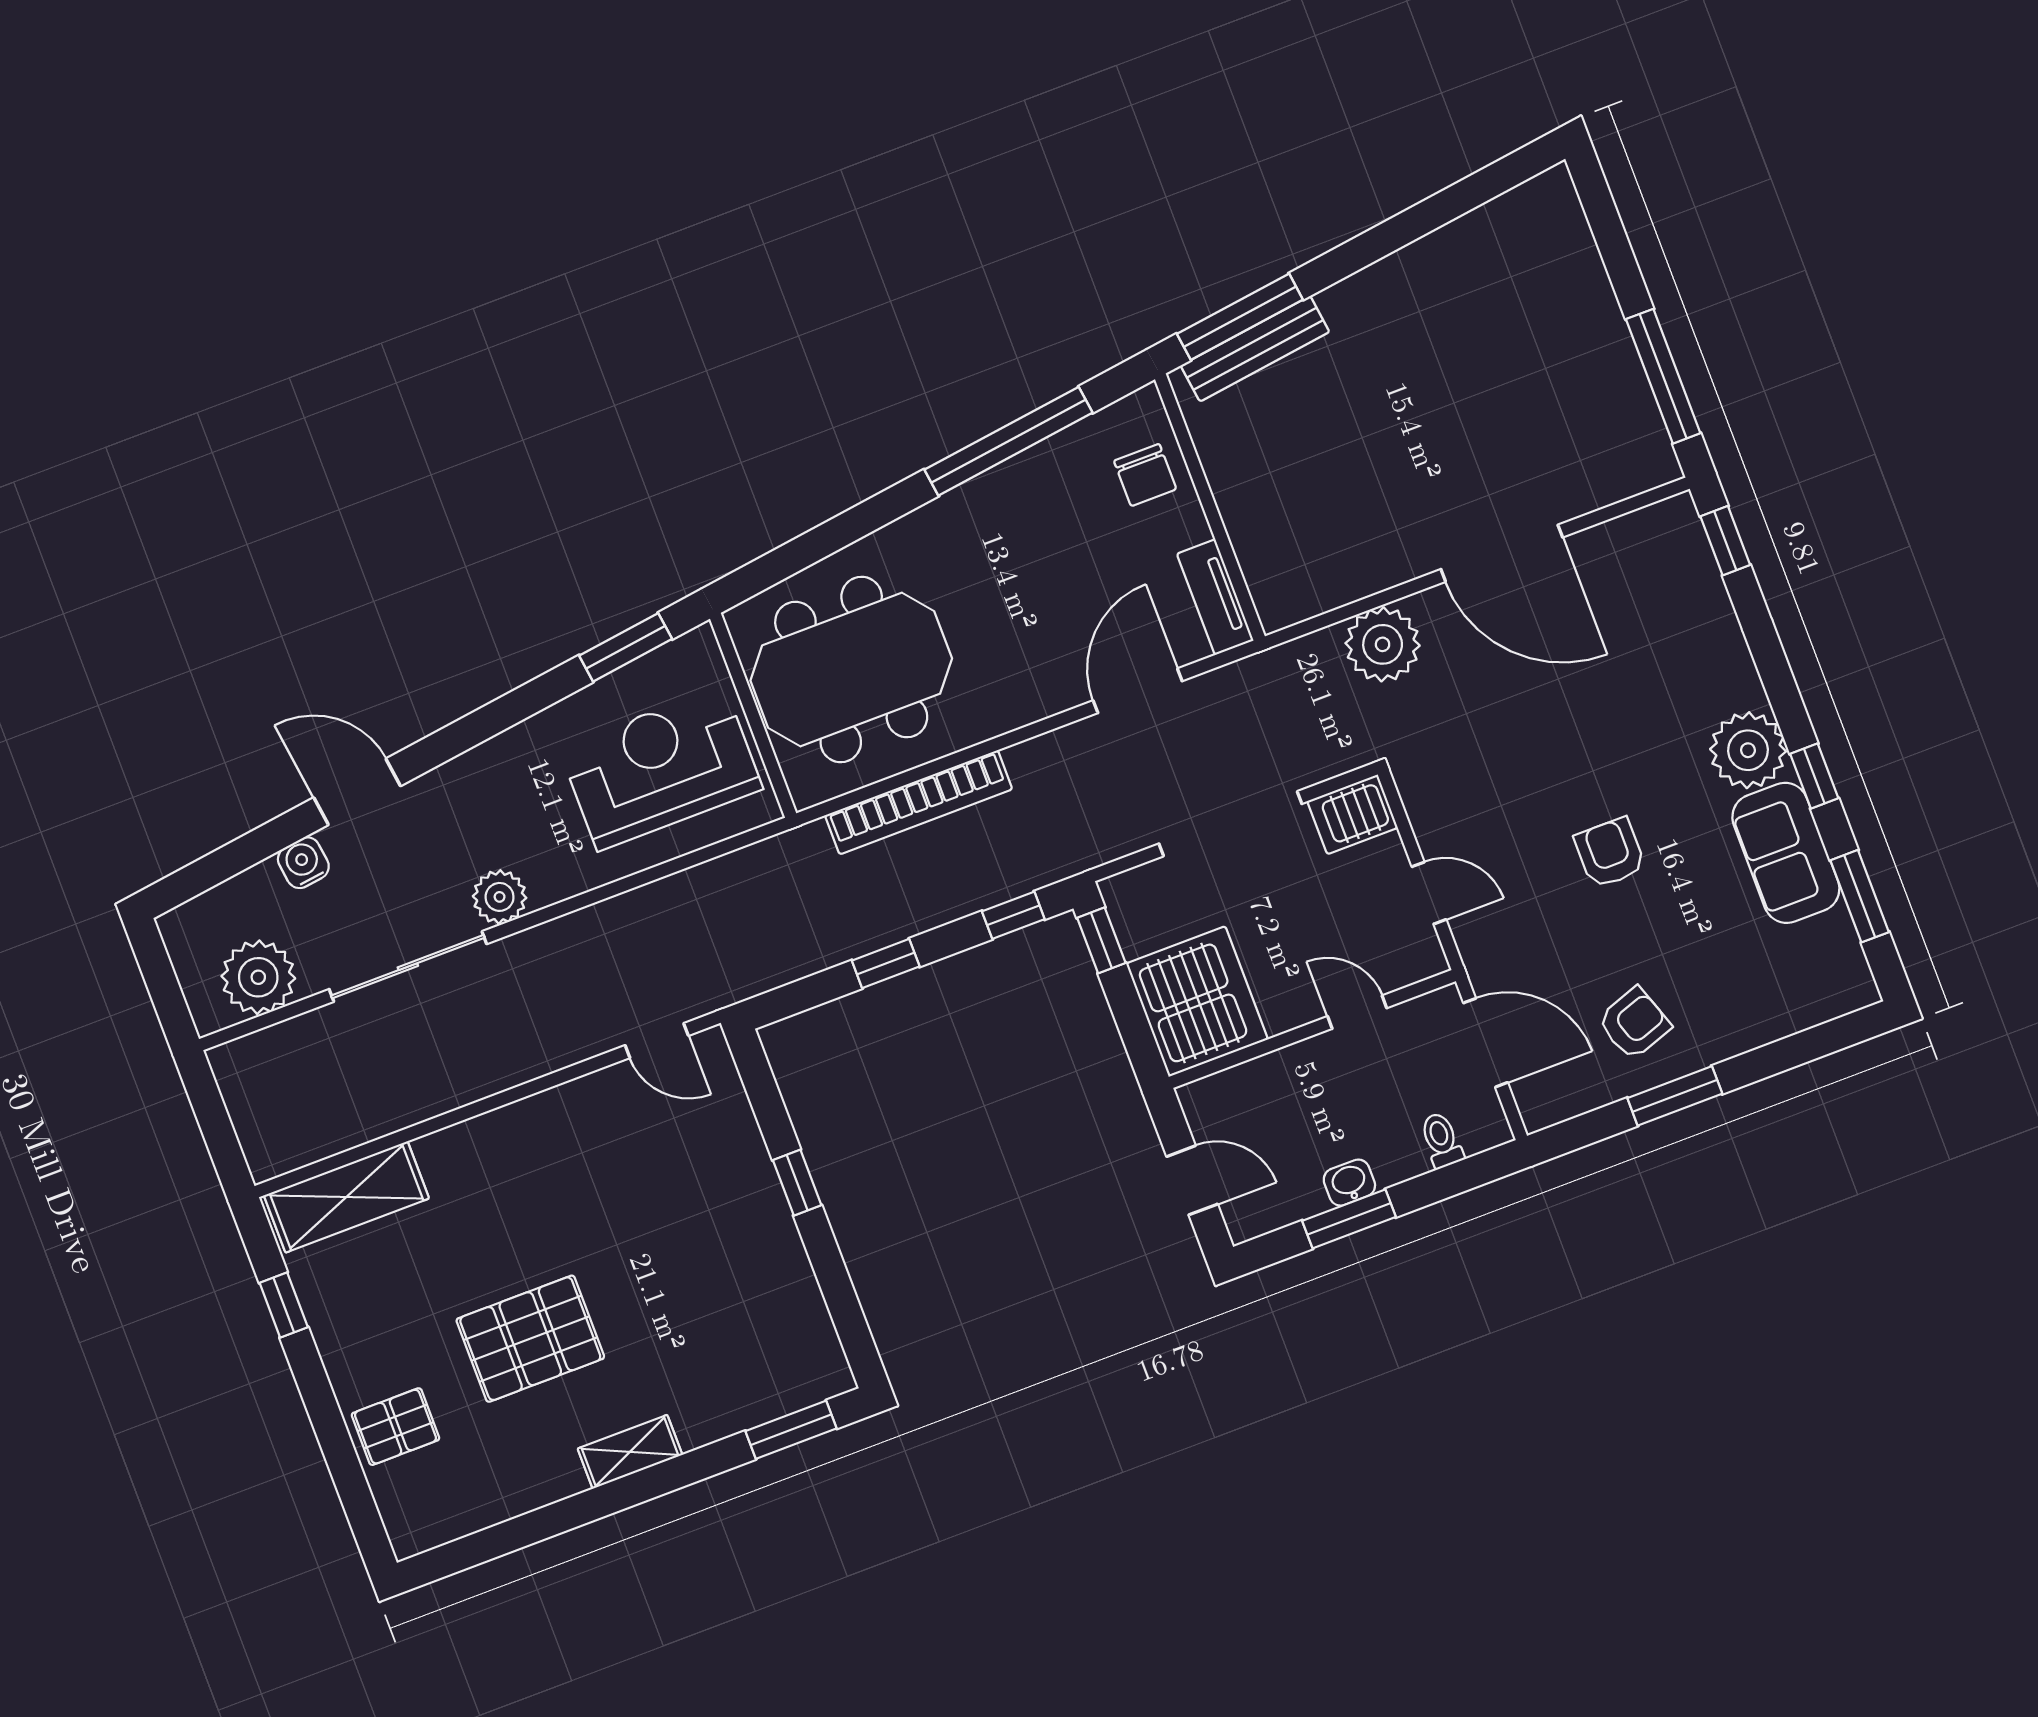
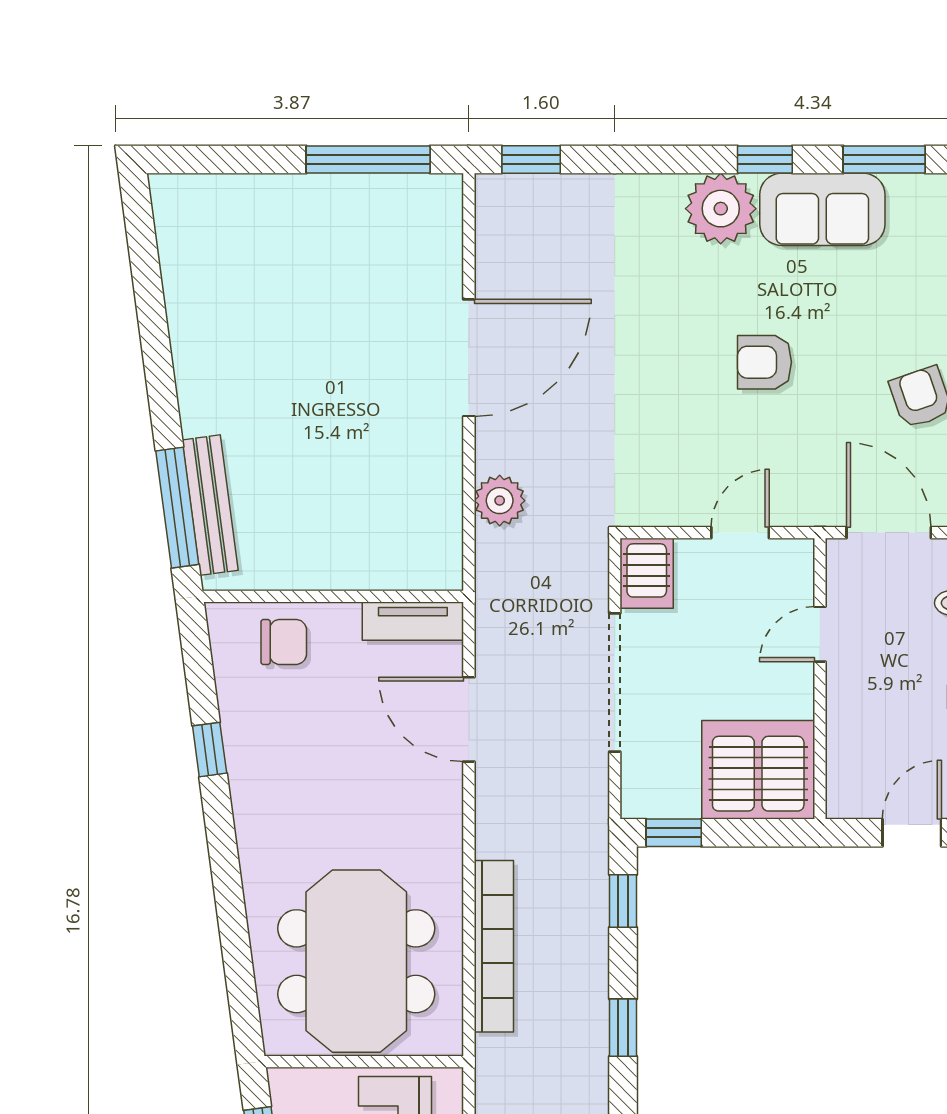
window: (1009, 441) -> (210, 750), width x0.32
plant: (1383, 644) -> (500, 501), width x0.73, depth x0.73
door: (1486, 1043) -> (889, 533), hinge flipped

